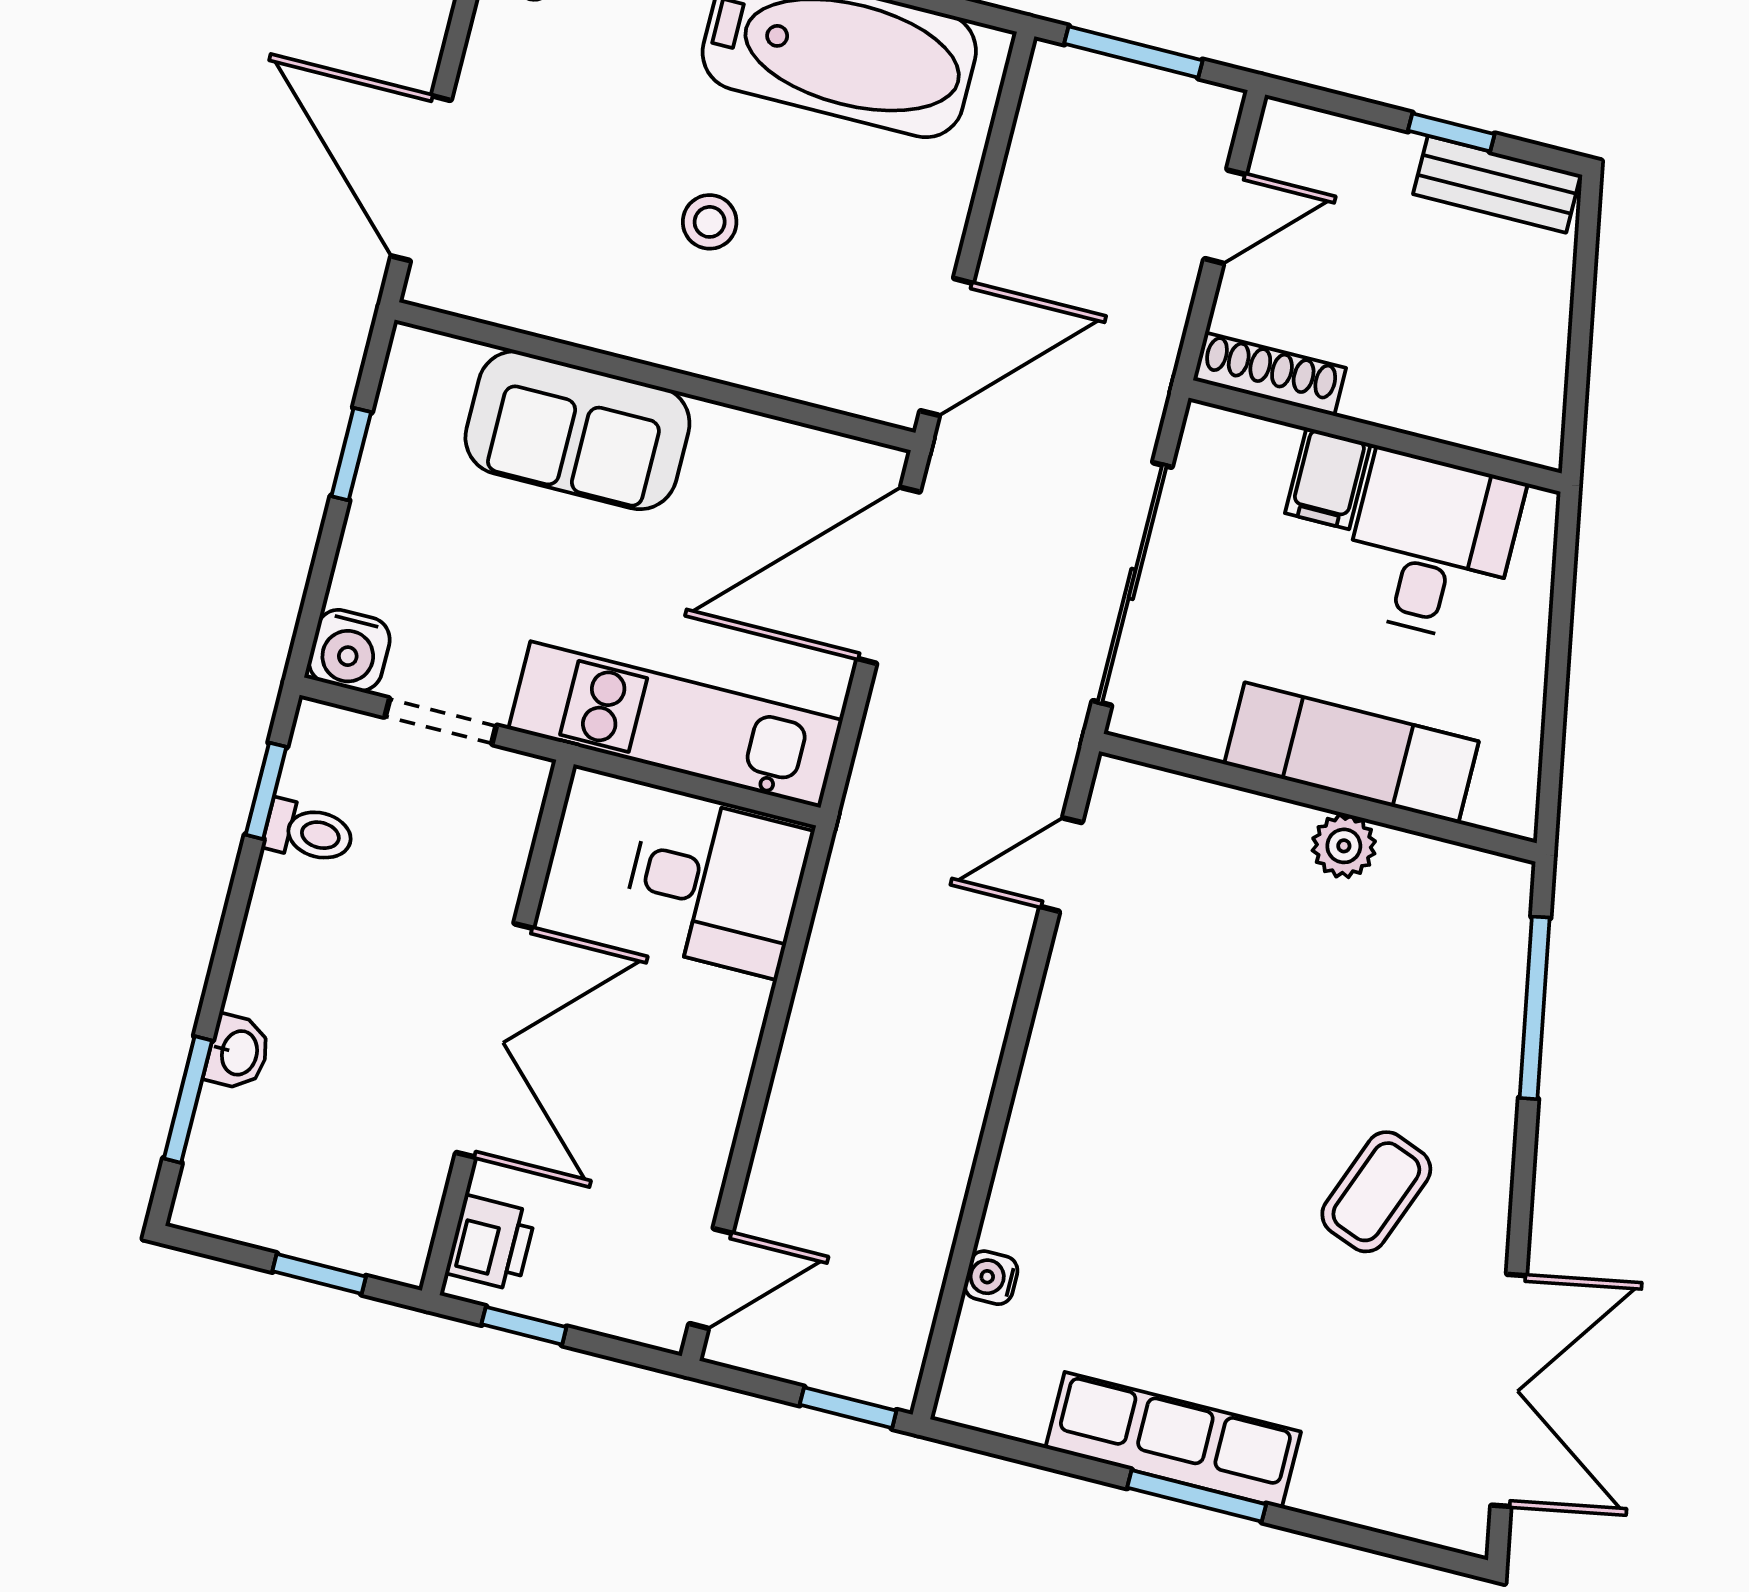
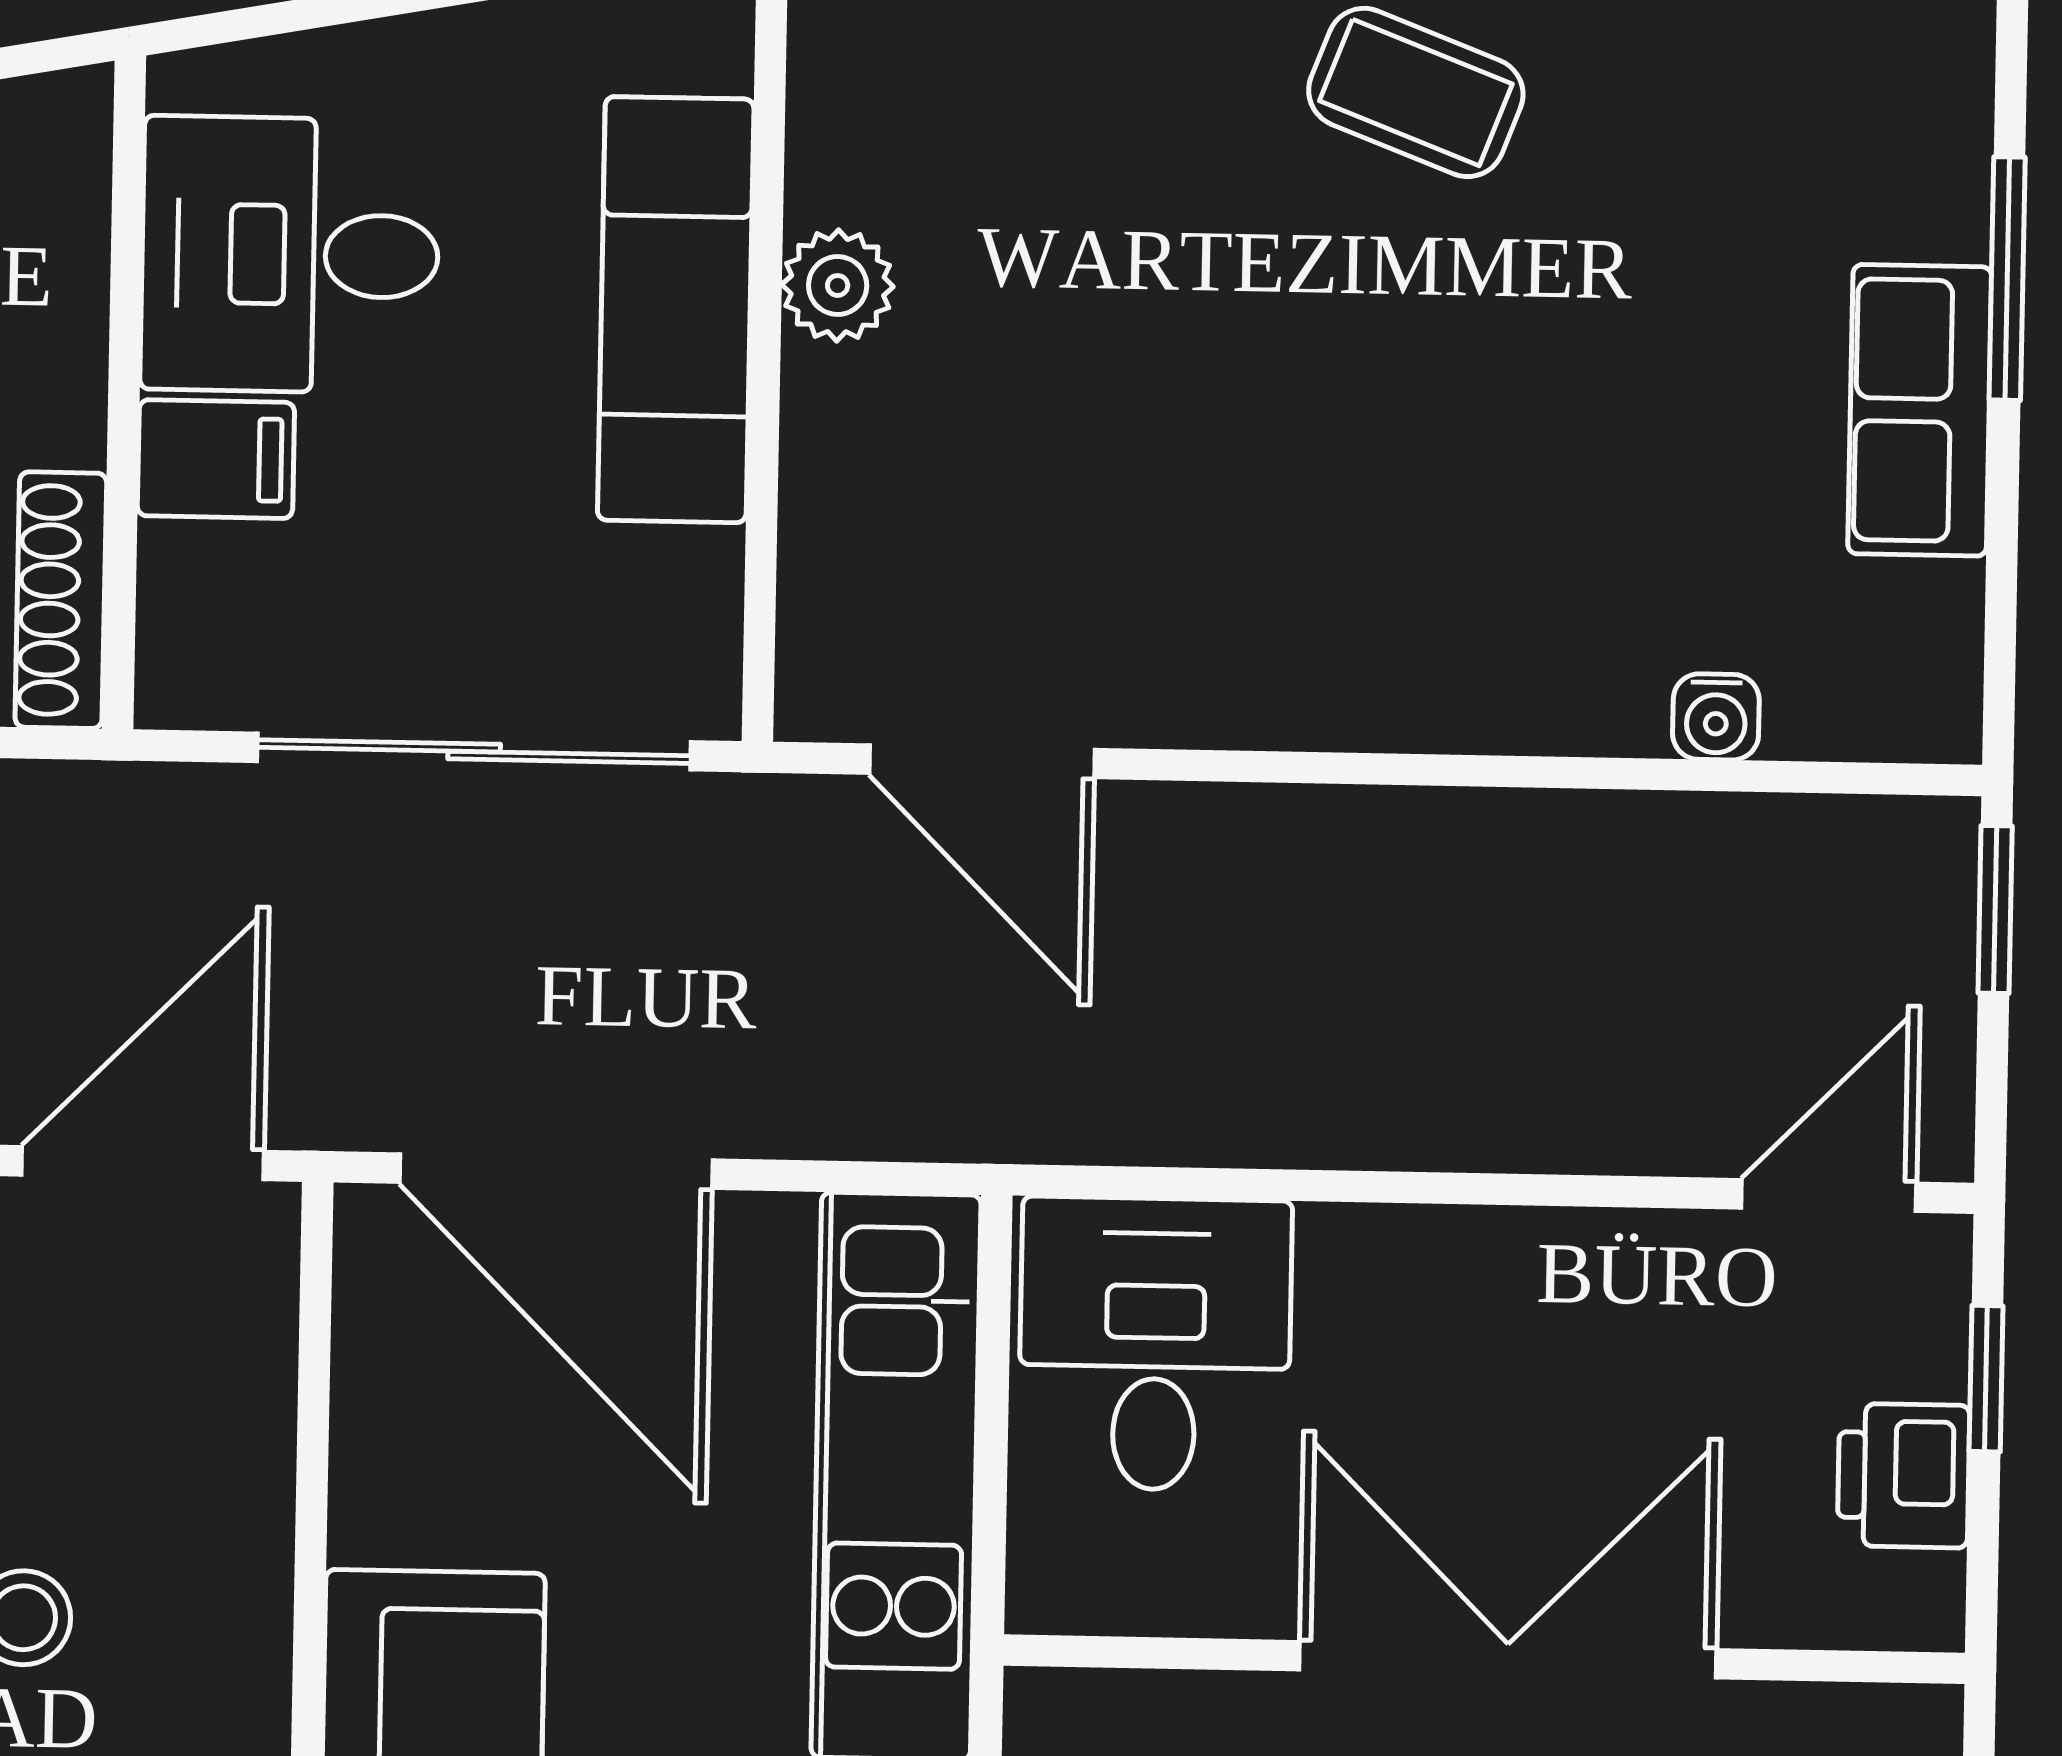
door: (946, 347) -> (143, 1163), hinge flipped
door: (1061, 865) -> (982, 761), width x1.38
printer: (491, 1243) -> (1904, 1476), moved, turned -90
door: (711, 1278) -> (1829, 1196), hinge flipped
window: (524, 1326) -> (1986, 1379), moved
row of seats: (1173, 1440) -> (1920, 410), width x0.68

